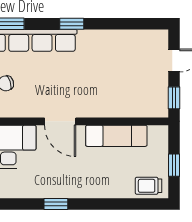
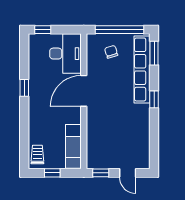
door: (60, 121) -> (84, 91), width x1.36
exam couch: (116, 136) -> (73, 146), moved

